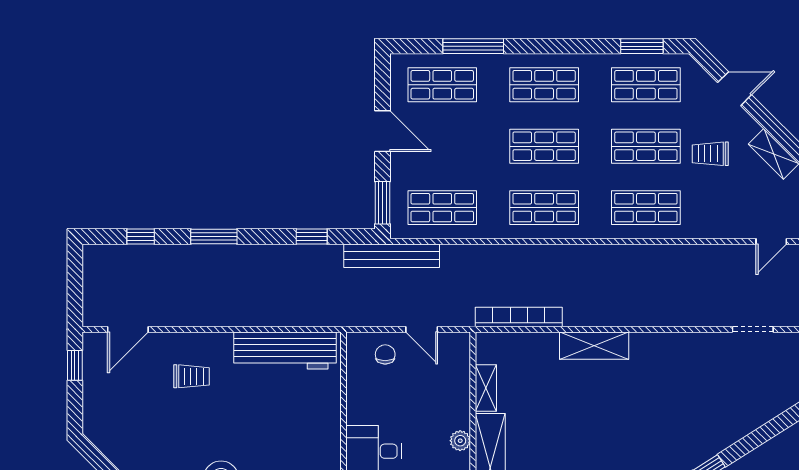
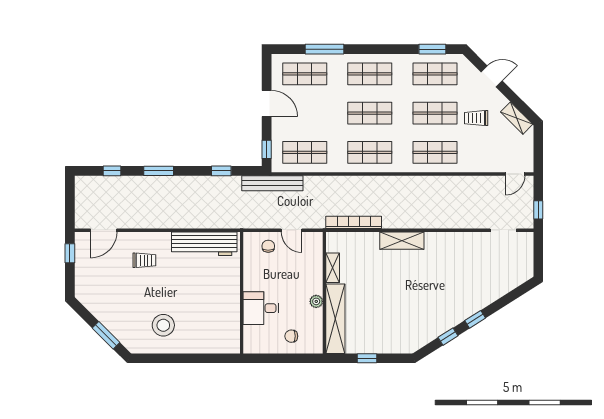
window: (383, 203) -> (267, 149), width x0.67

